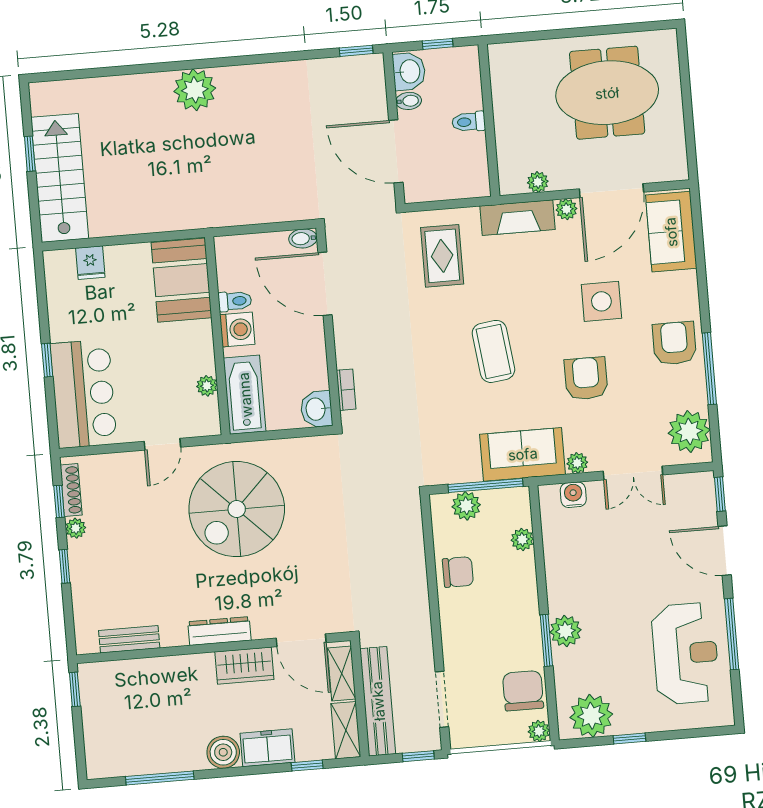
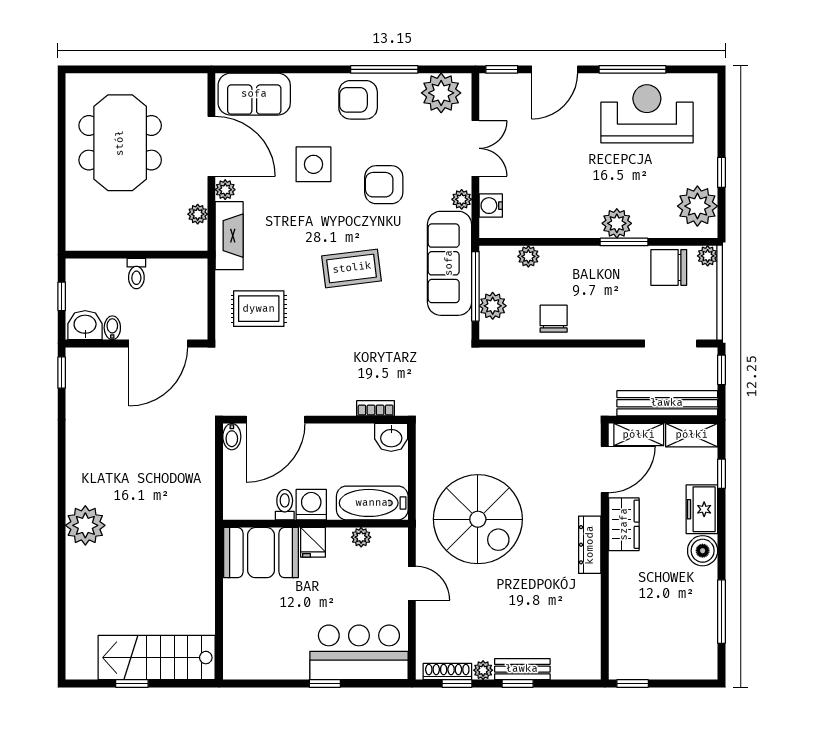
fridge: (90, 263) -> (313, 542), moved, turned 90
sofa: (523, 454) -> (449, 263), width x1.36
bench: (129, 639) -> (522, 669), moved, turned 90

